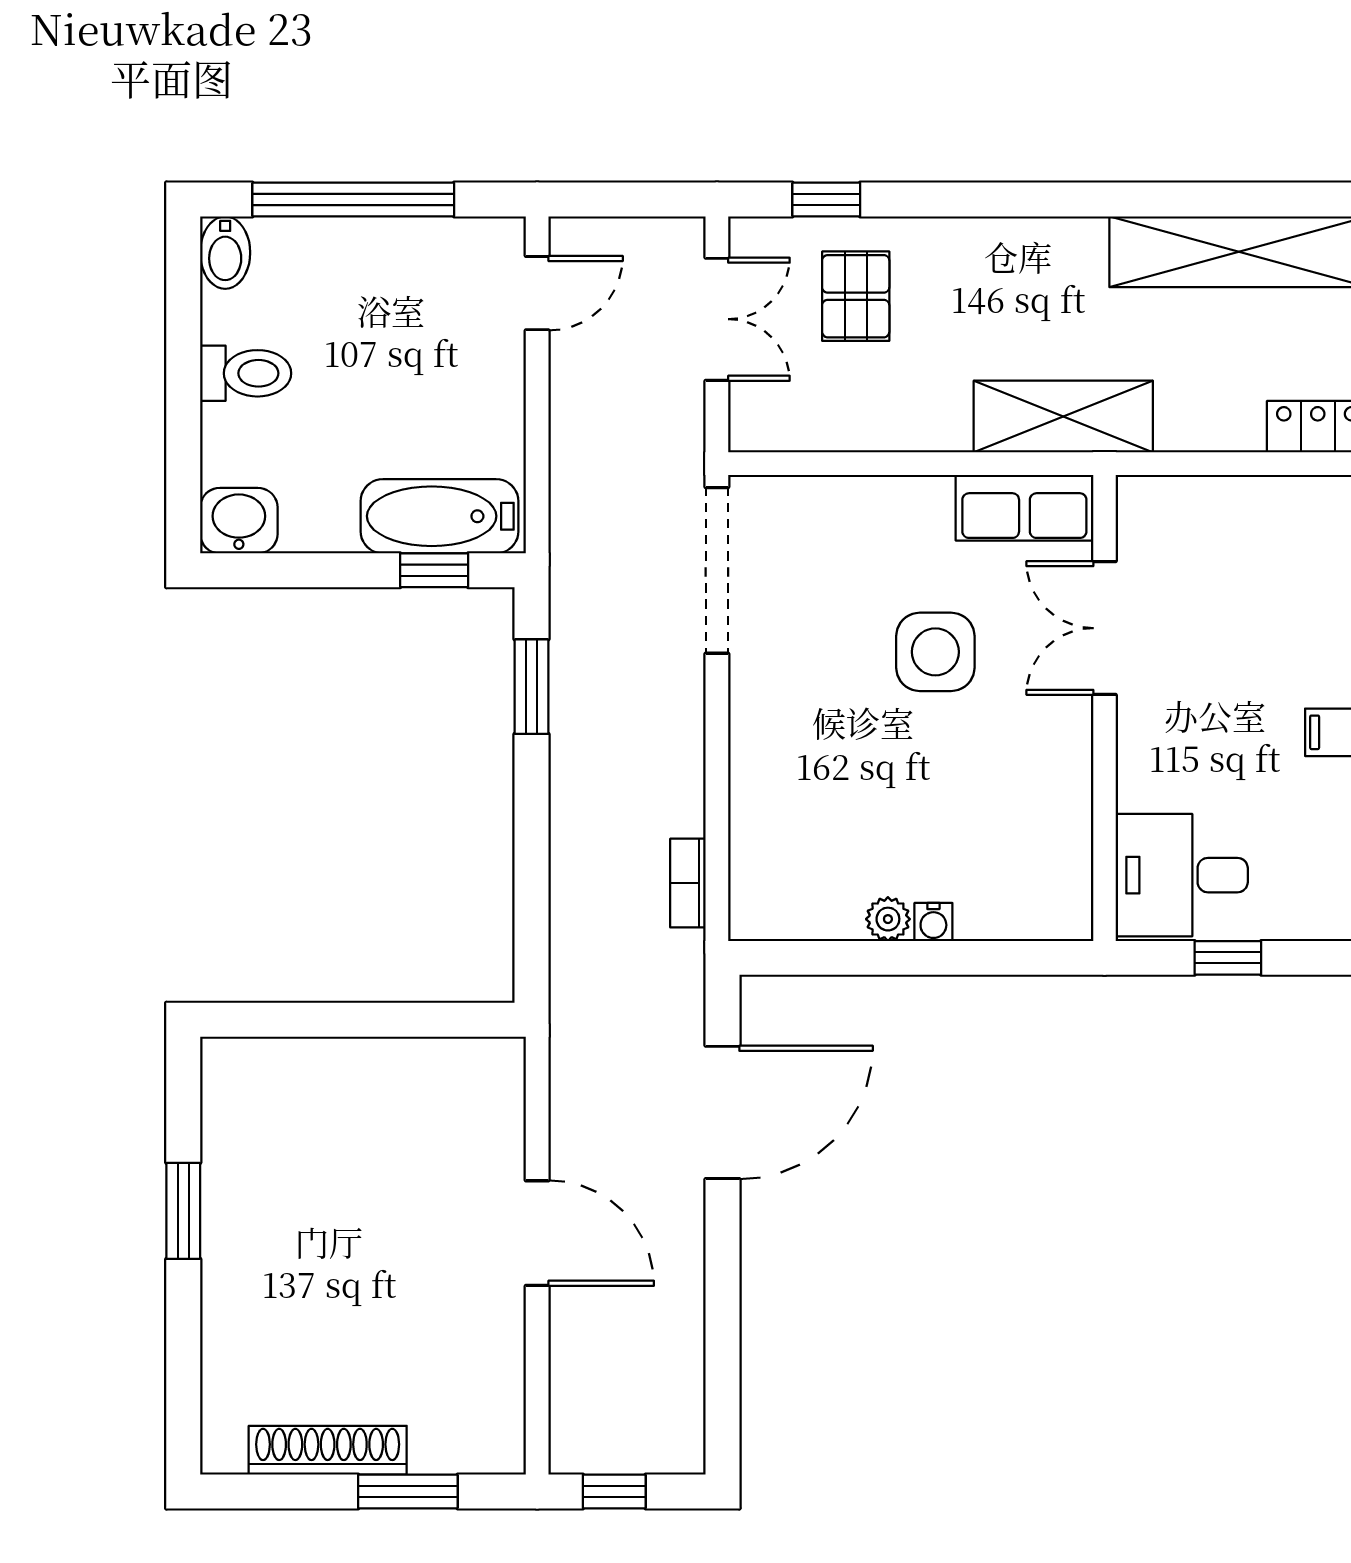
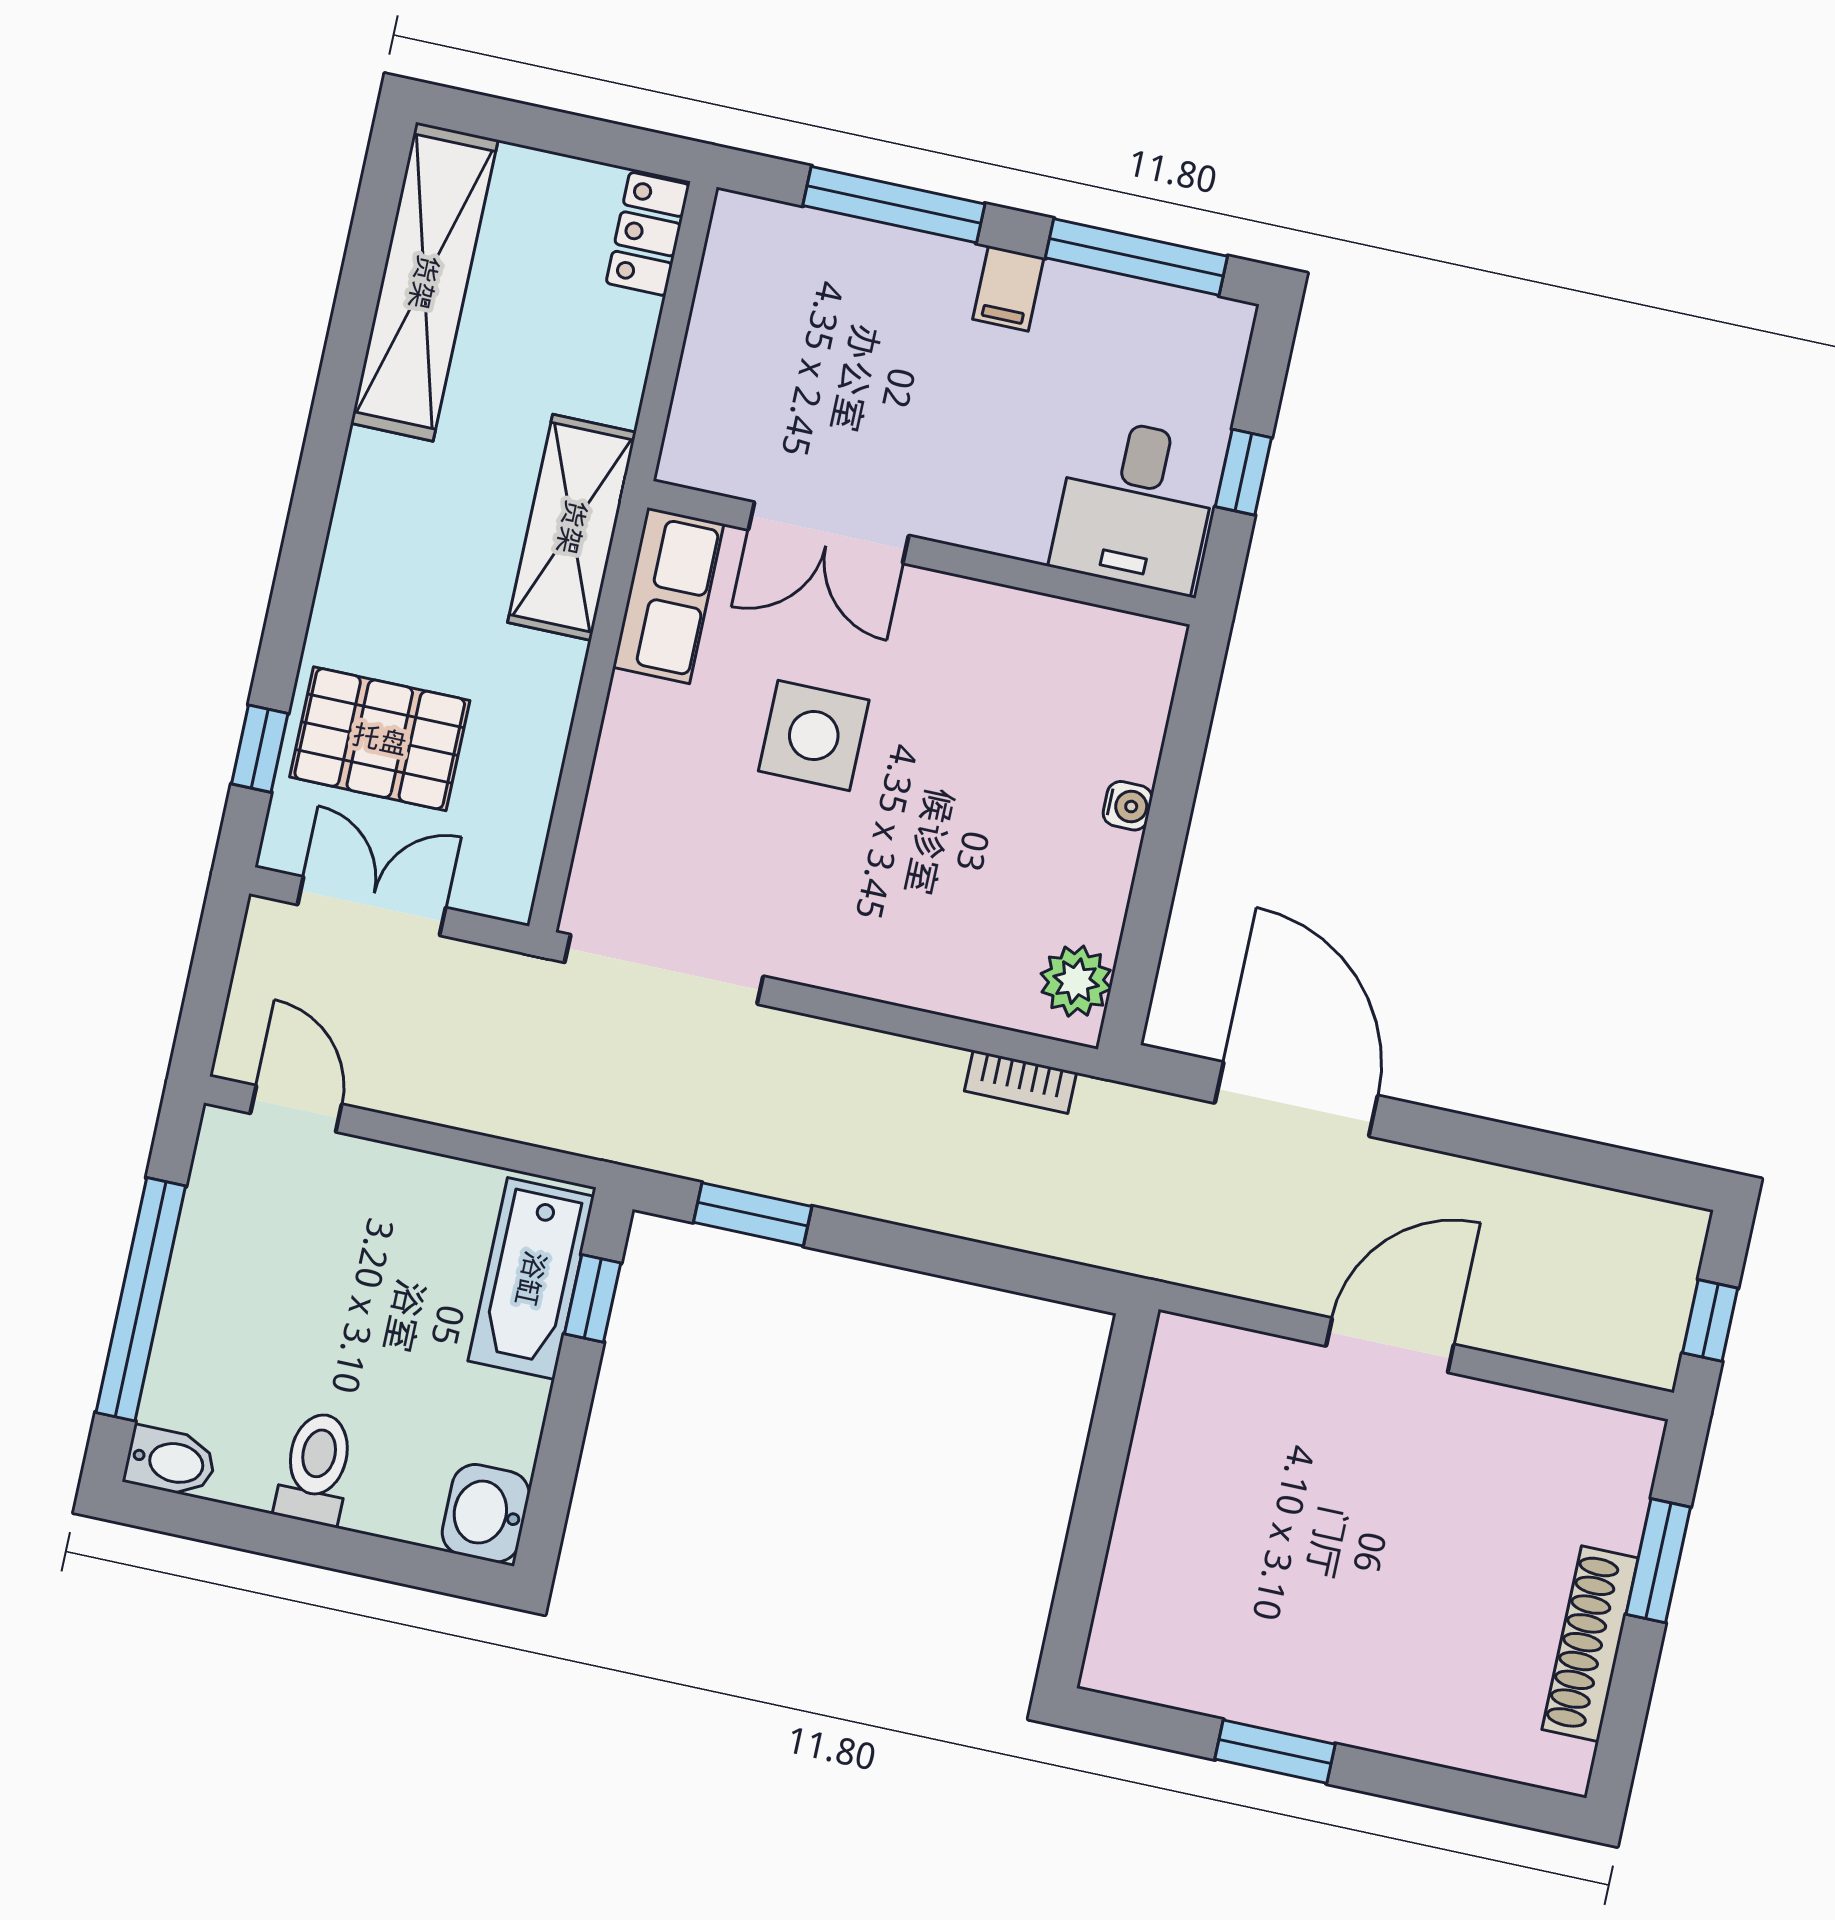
pallet: (856, 296) -> (380, 739), width x1.50, depth x1.42
plant: (888, 919) -> (1076, 981), moved, width x1.38, depth x1.38

